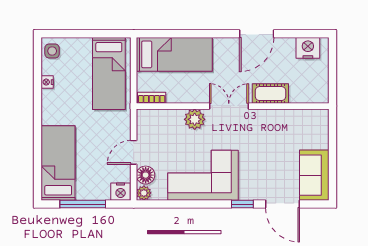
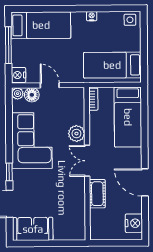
nightstand: (47, 82) -> (92, 16), moved
double door: (229, 106) -> (87, 161), swing flipped

